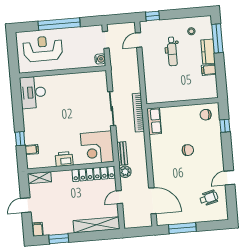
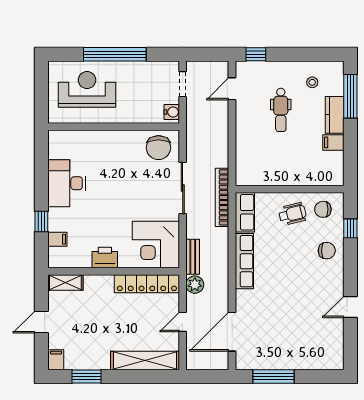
chair: (93, 83) -> (158, 148), added
desk: (33, 92) -> (67, 183), moved
chair: (188, 150) -> (327, 251), moved
row of seats: (157, 153) -> (244, 261), added
wheelchair: (209, 198) -> (292, 214), moved
door: (152, 201) -> (232, 332), swing flipped

